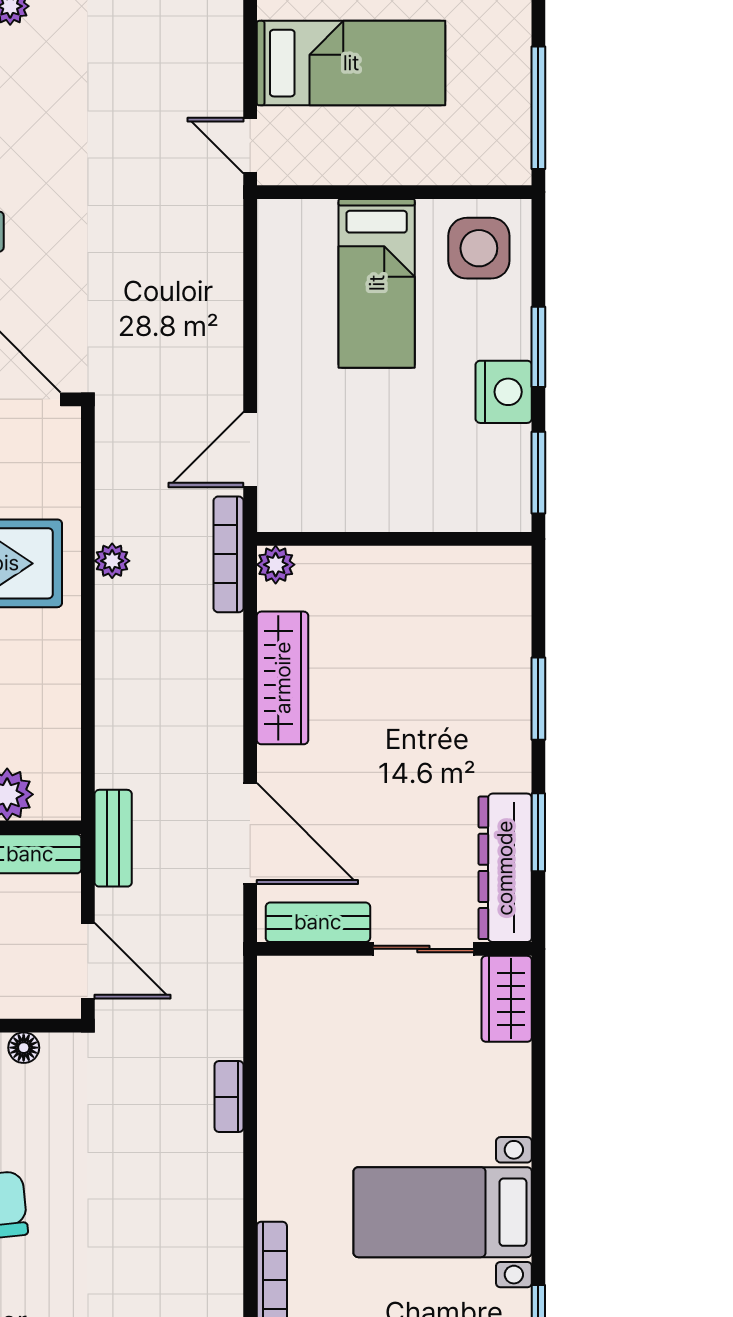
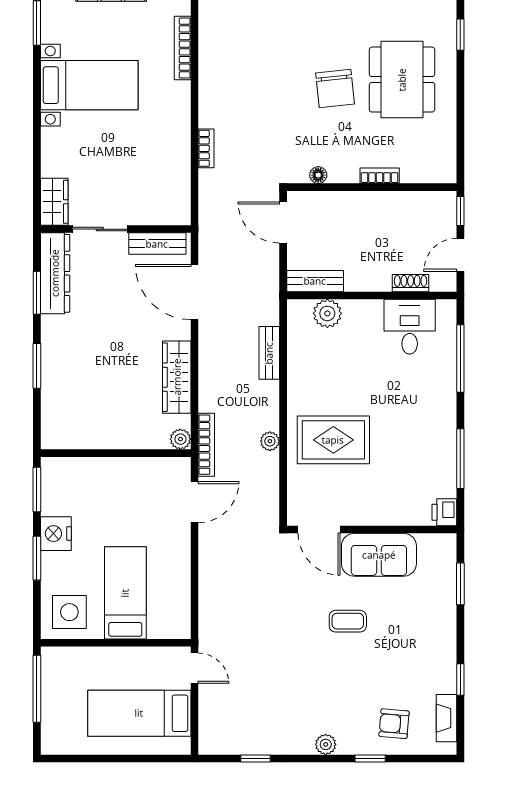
bench: (113, 838) -> (269, 353), moved

